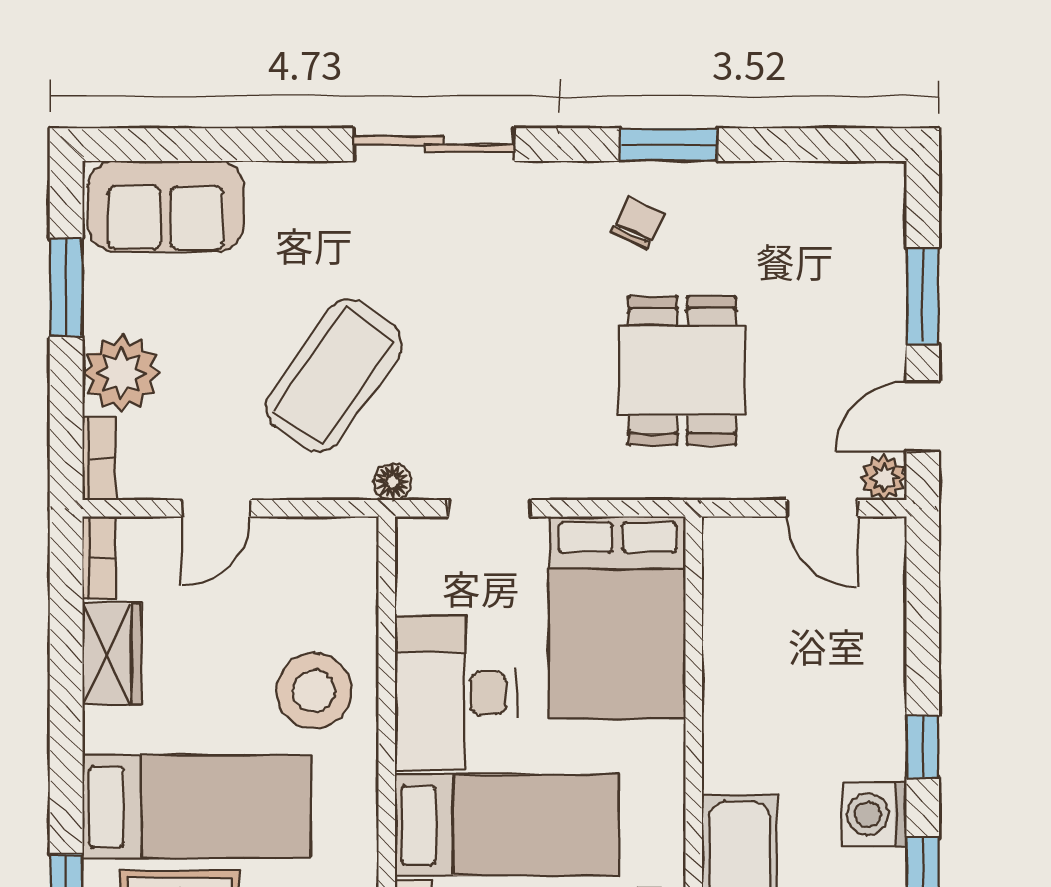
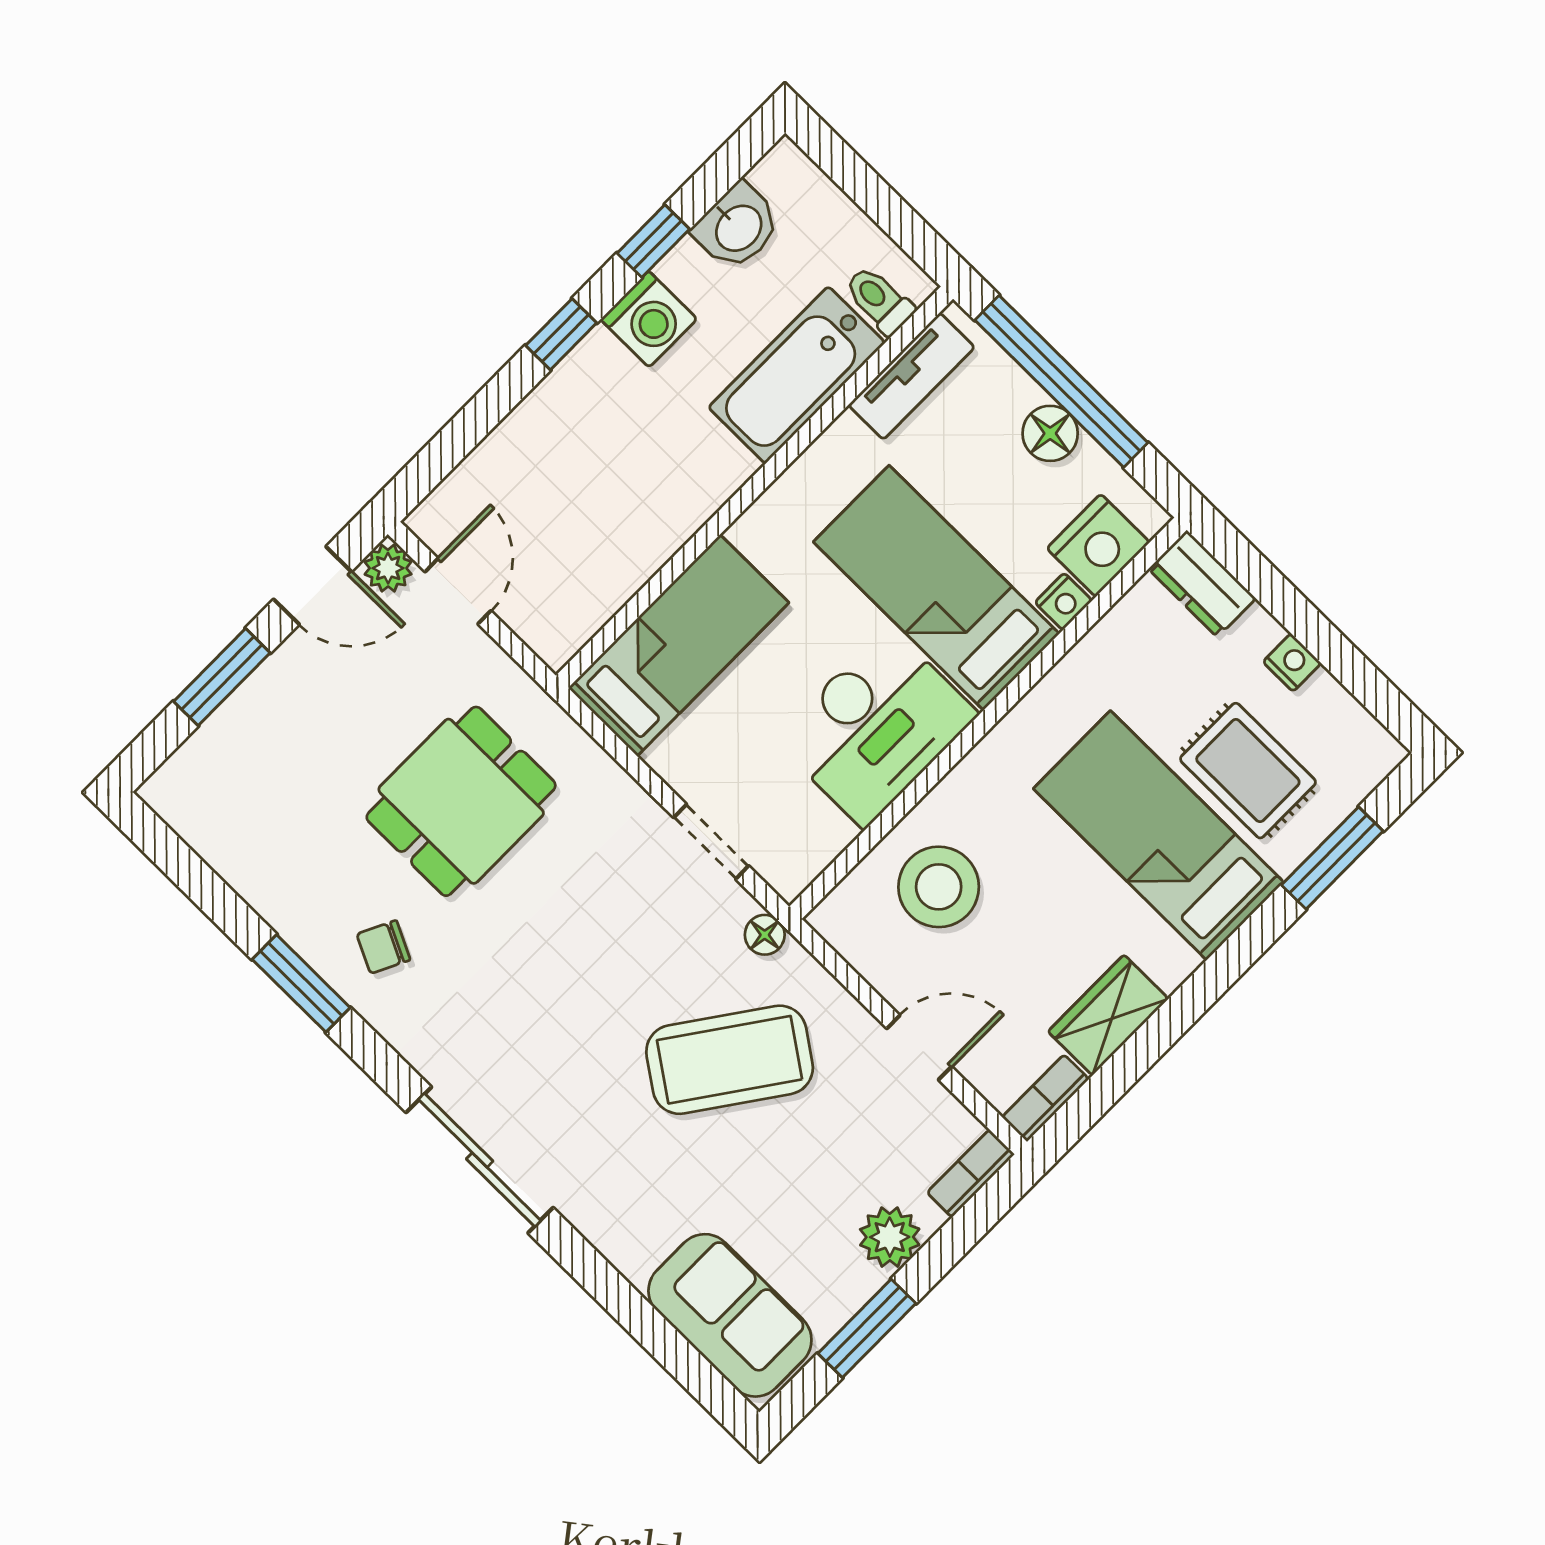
plant: (121, 373) -> (890, 1237), width x0.73, depth x0.73
bed: (618, 617) -> (679, 645), width x0.67
stool: (314, 691) -> (939, 887), moved

